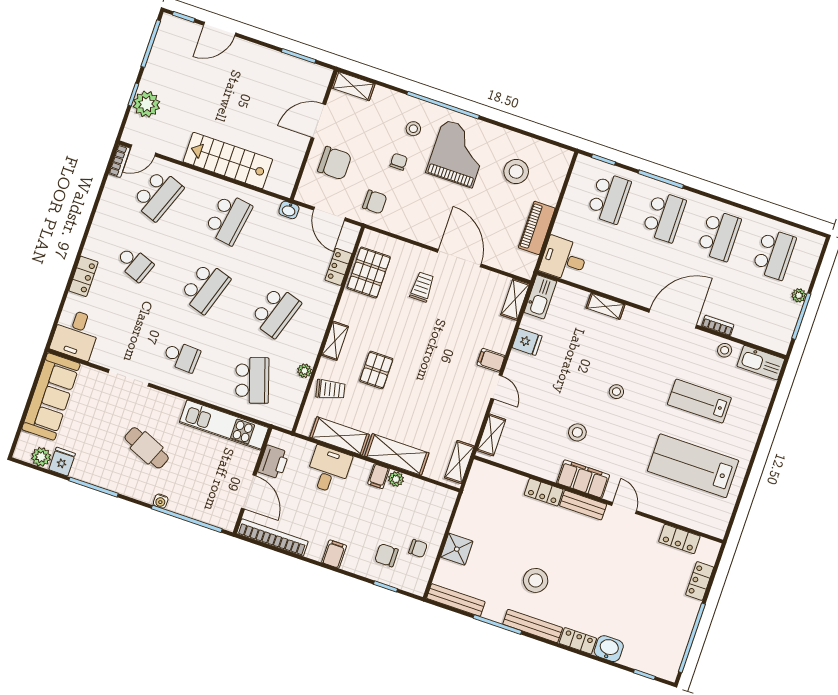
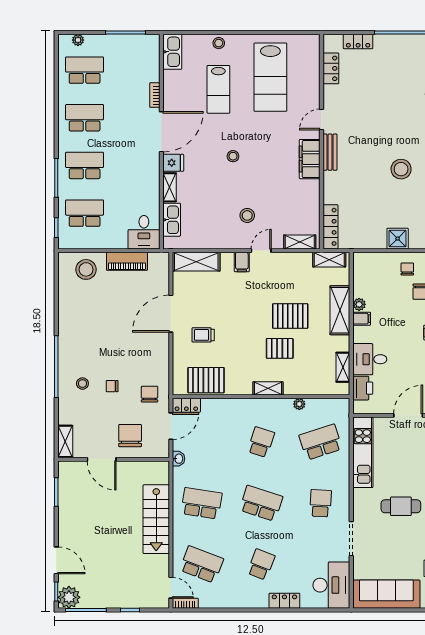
plant: (146, 104) -> (69, 597), moved
grand piano: (458, 154) -> (90, 342), removed
stool: (516, 171) -> (86, 269), moved
locker: (338, 267) -> (186, 405), moved
plant: (799, 295) -> (78, 40), moved
kitchen sink: (540, 297) -> (172, 220), moved, turned 90
shelving: (515, 299) -> (196, 262), width x1.50, depth x1.33
school desk: (276, 312) -> (261, 442), width x0.54
door: (673, 319) -> (161, 132), swing flipped
desk: (76, 334) -> (331, 585), width x1.37
fridge: (527, 342) -> (173, 163), moved, turned 90
stool: (725, 350) -> (219, 43), moved
trolley: (330, 390) -> (307, 379), removed
pallet: (410, 395) -> (290, 316), added
stool: (577, 432) -> (247, 215), moved
shelving: (340, 436) -> (343, 367), width x0.67, depth x0.75
cafe table: (147, 448) -> (401, 506), turned 67
printer: (273, 462) -> (363, 388), moved, turned 90
locker: (544, 492) -> (330, 227), moved, width x1.53

